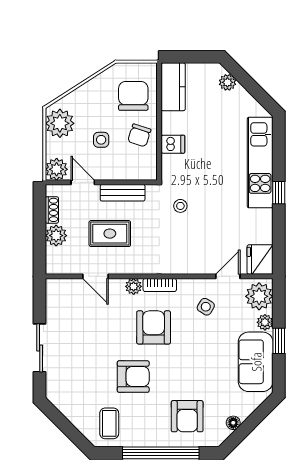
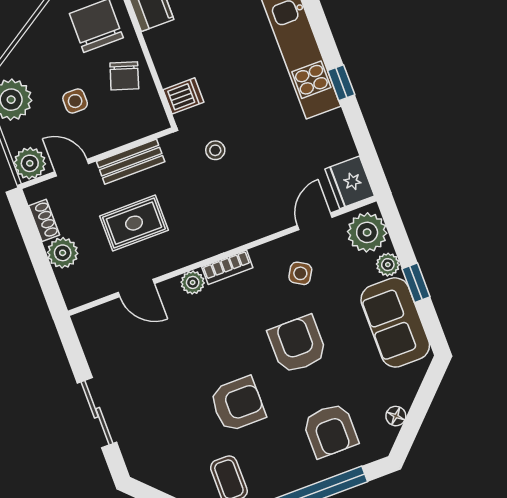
dishwasher: (173, 144) -> (183, 96), moved
armchair: (154, 327) -> (298, 344), moved

